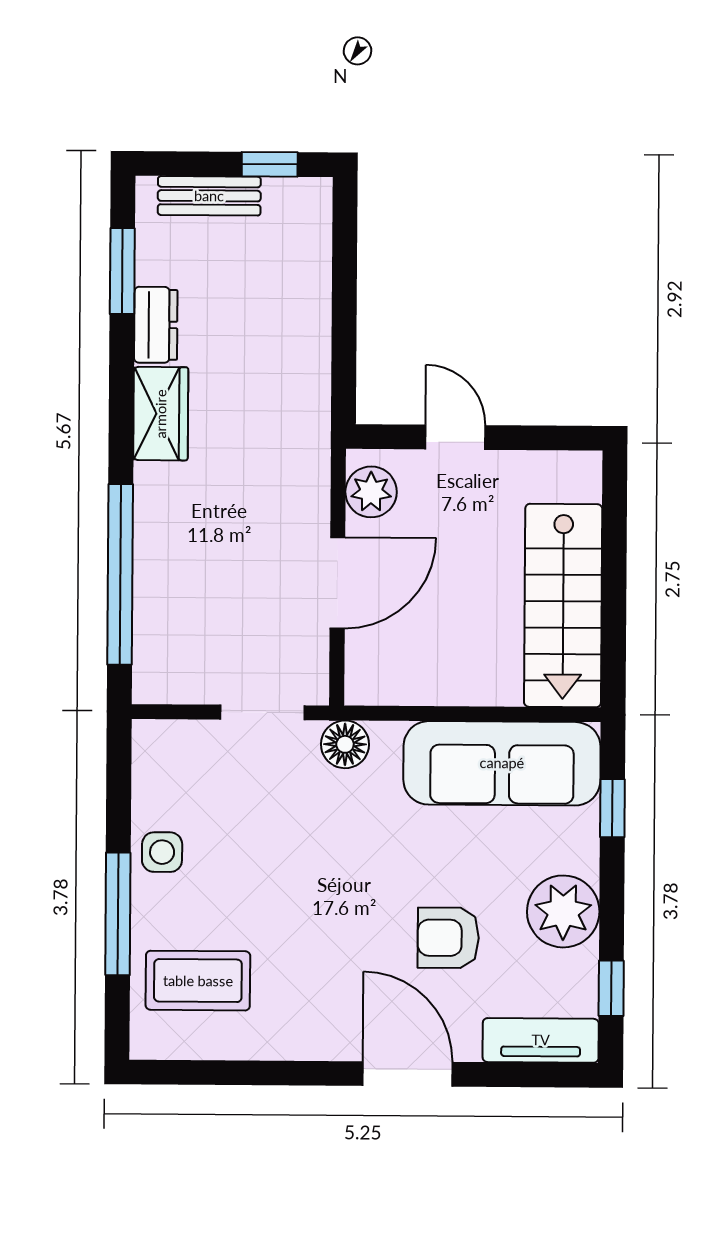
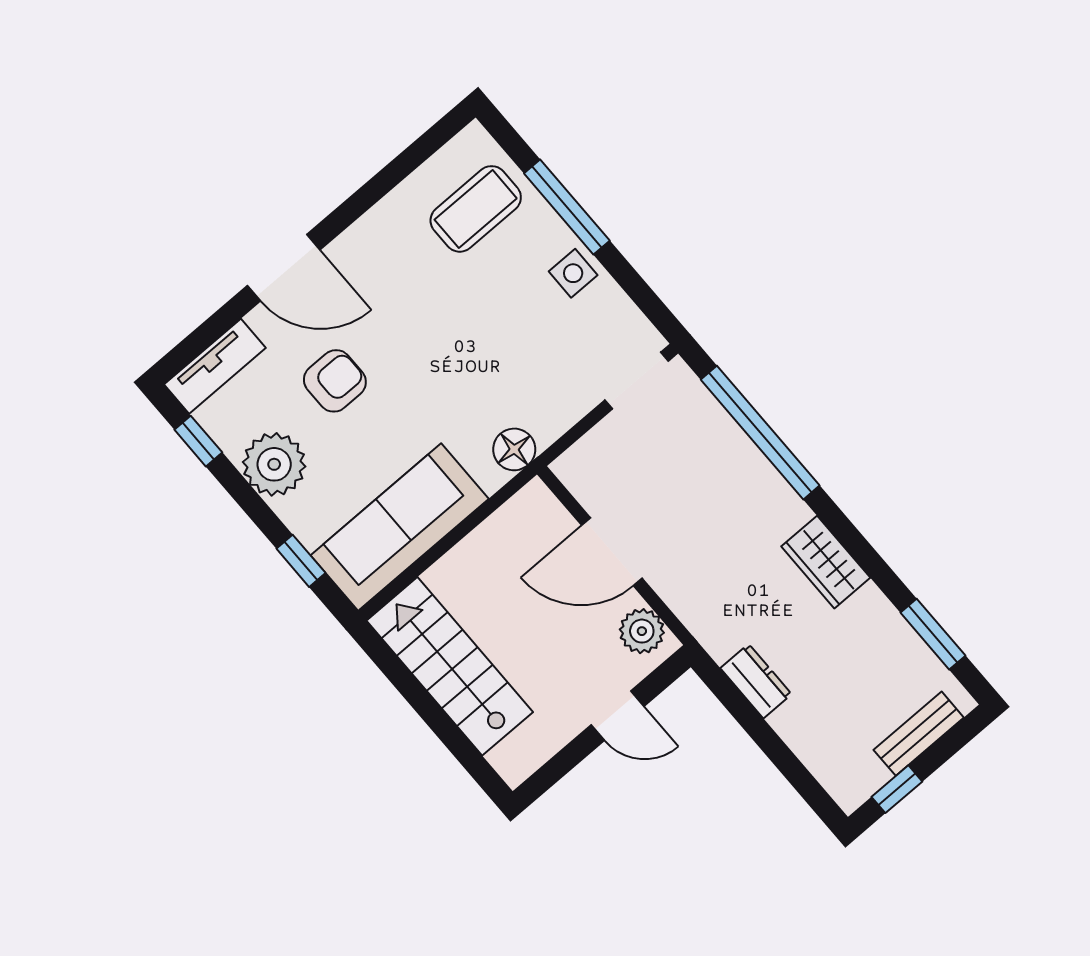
dresser: (156, 325) -> (756, 681), moved, turned 180
door: (337, 583) -> (612, 552), hinge flipped
doorway: (262, 712) -> (637, 381), moved

